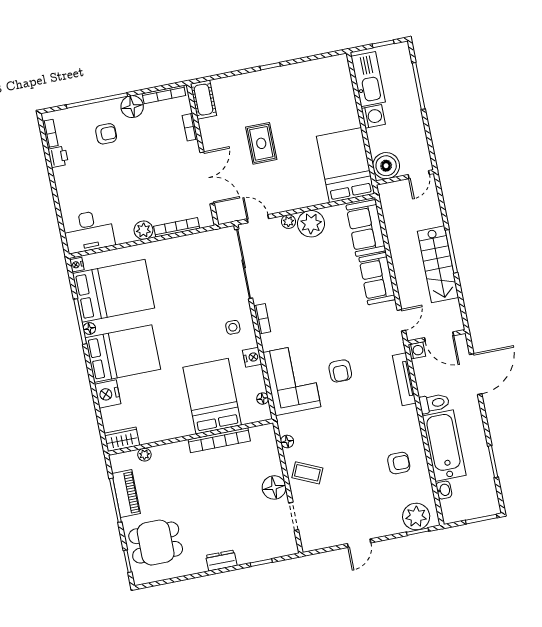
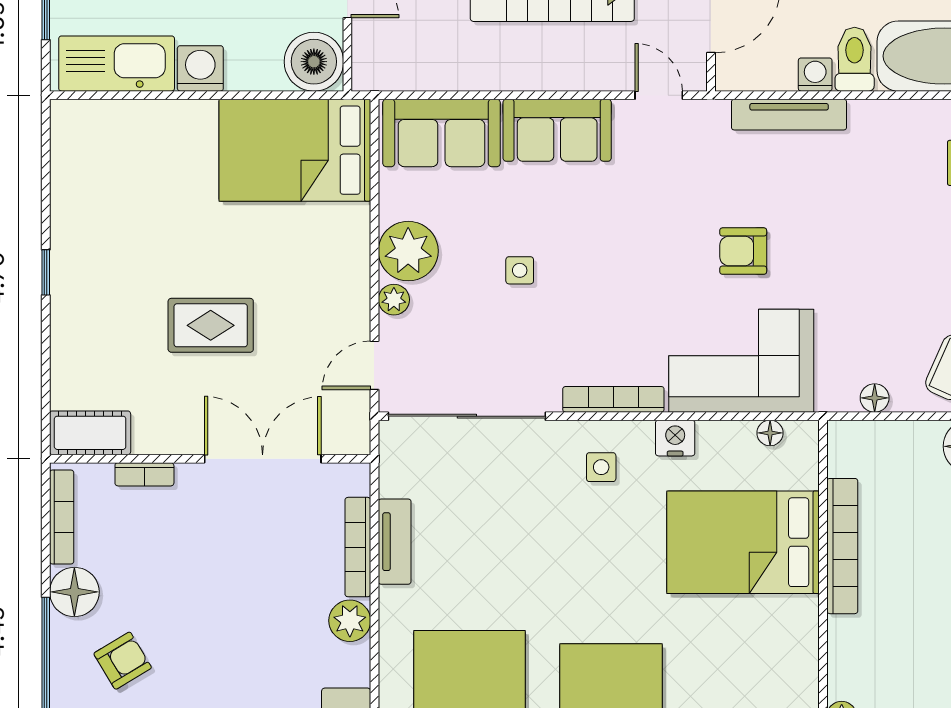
armchair: (106, 134) -> (123, 661), turned 59
tv unit: (182, 243) -> (395, 542), added
side table: (312, 274) -> (520, 270), added
bookcase: (262, 319) -> (613, 399), width x1.56
washing machine: (417, 350) -> (815, 75), moved
armchair: (340, 371) -> (743, 251), turned 180

